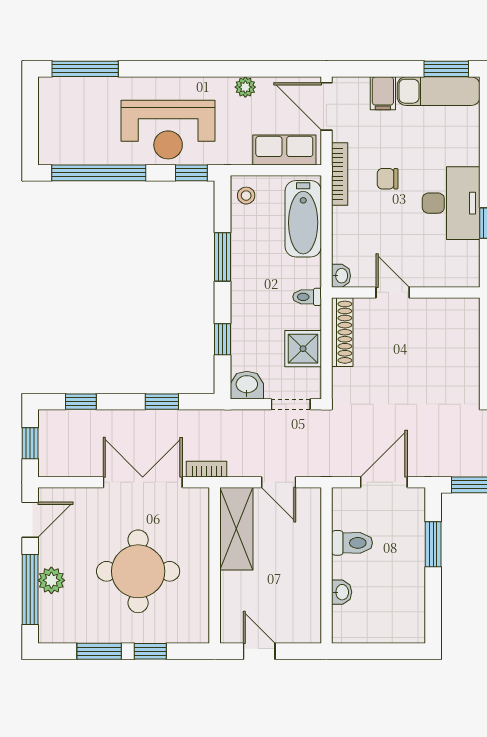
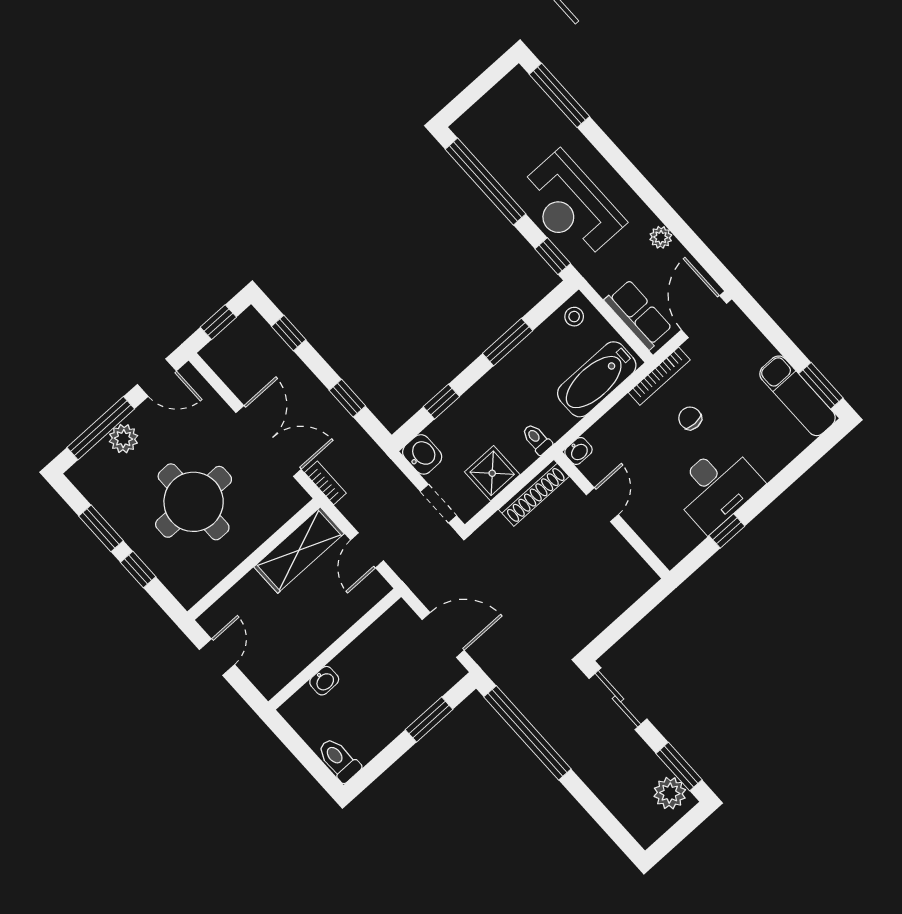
filing cabinet: (383, 93) -> (755, 352), removed
toilet: (352, 543) -> (339, 760), moved, turned 180

